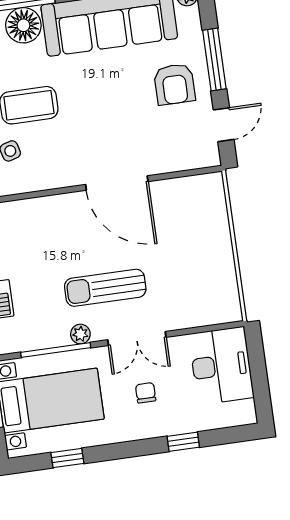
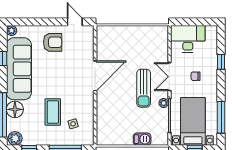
window: (214, 59) -> (44, 22), removed
double door: (137, 338) -> (169, 77), swing flipped
window: (67, 458) -> (221, 117), width x2.17

